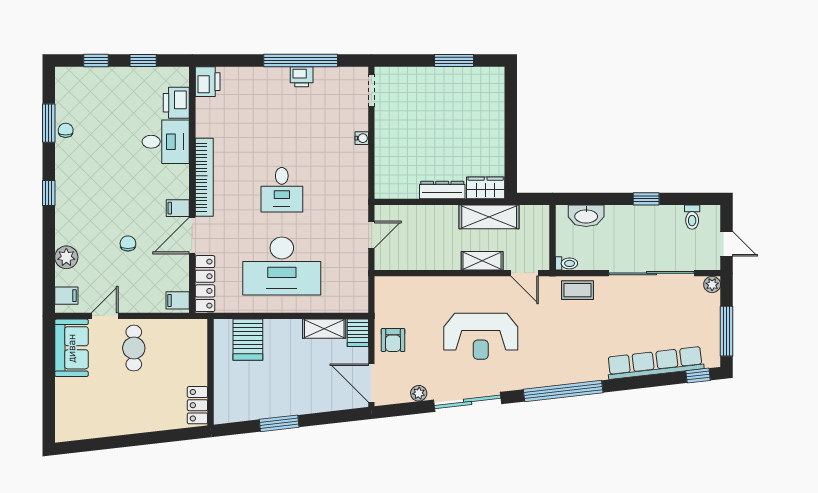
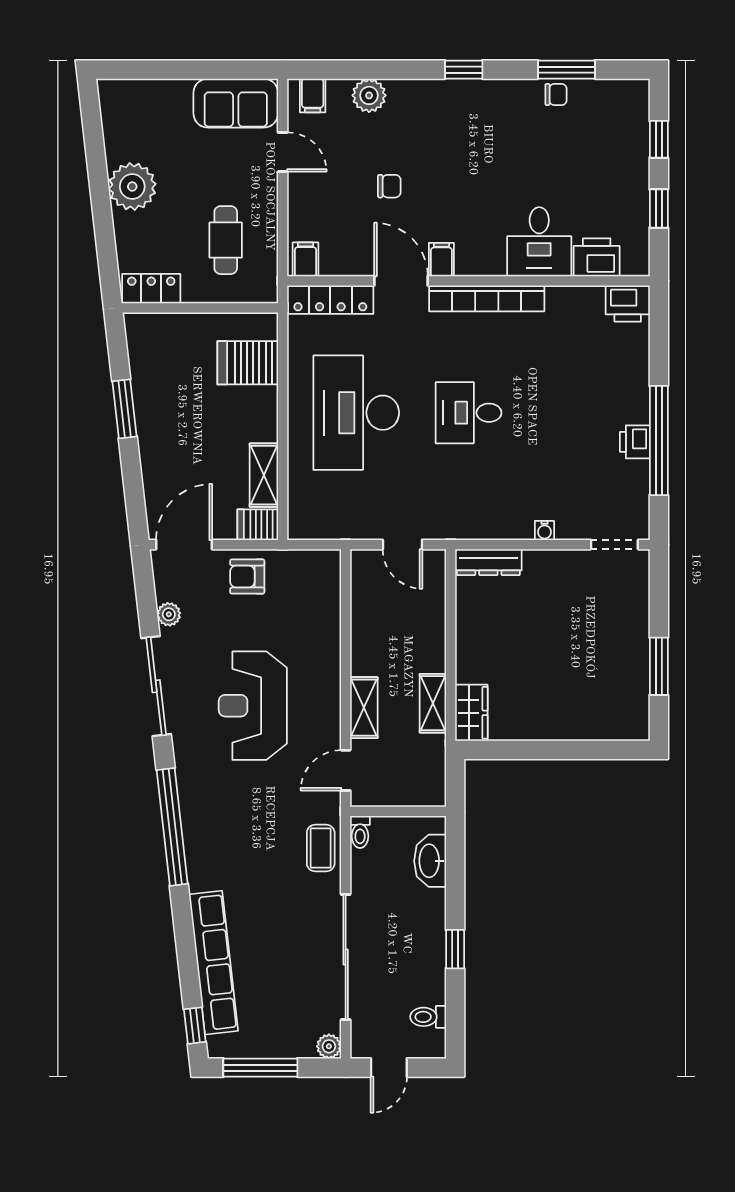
dresser: (442, 190) -> (488, 562), moved, turned 90
shelving: (489, 217) -> (433, 703), width x0.67, depth x0.75
cafe table: (134, 348) -> (226, 240), moved, turned 90
plant: (128, 418) -> (132, 187), added

